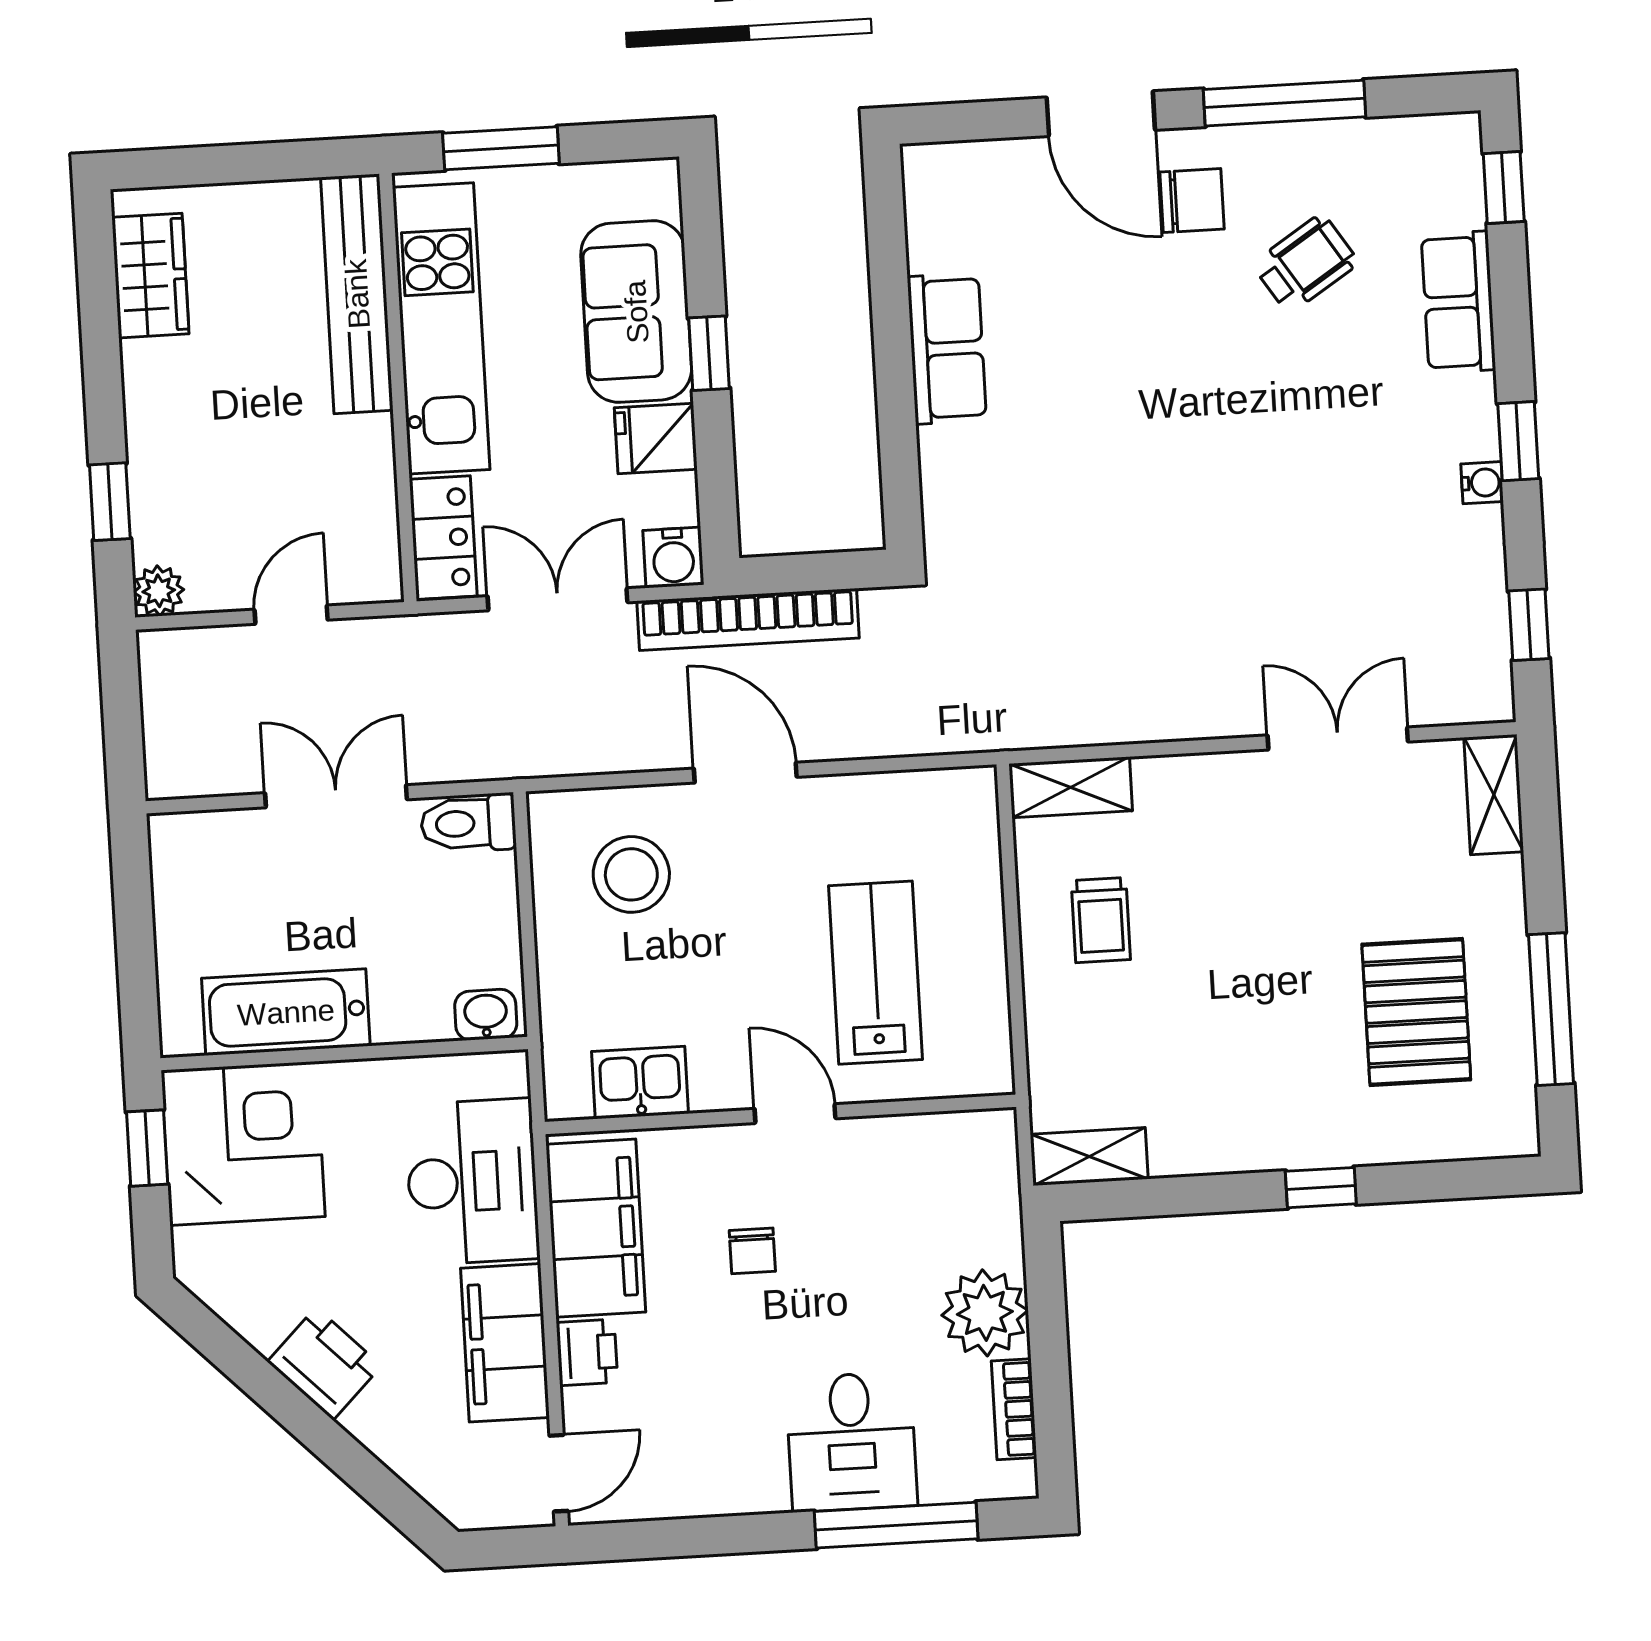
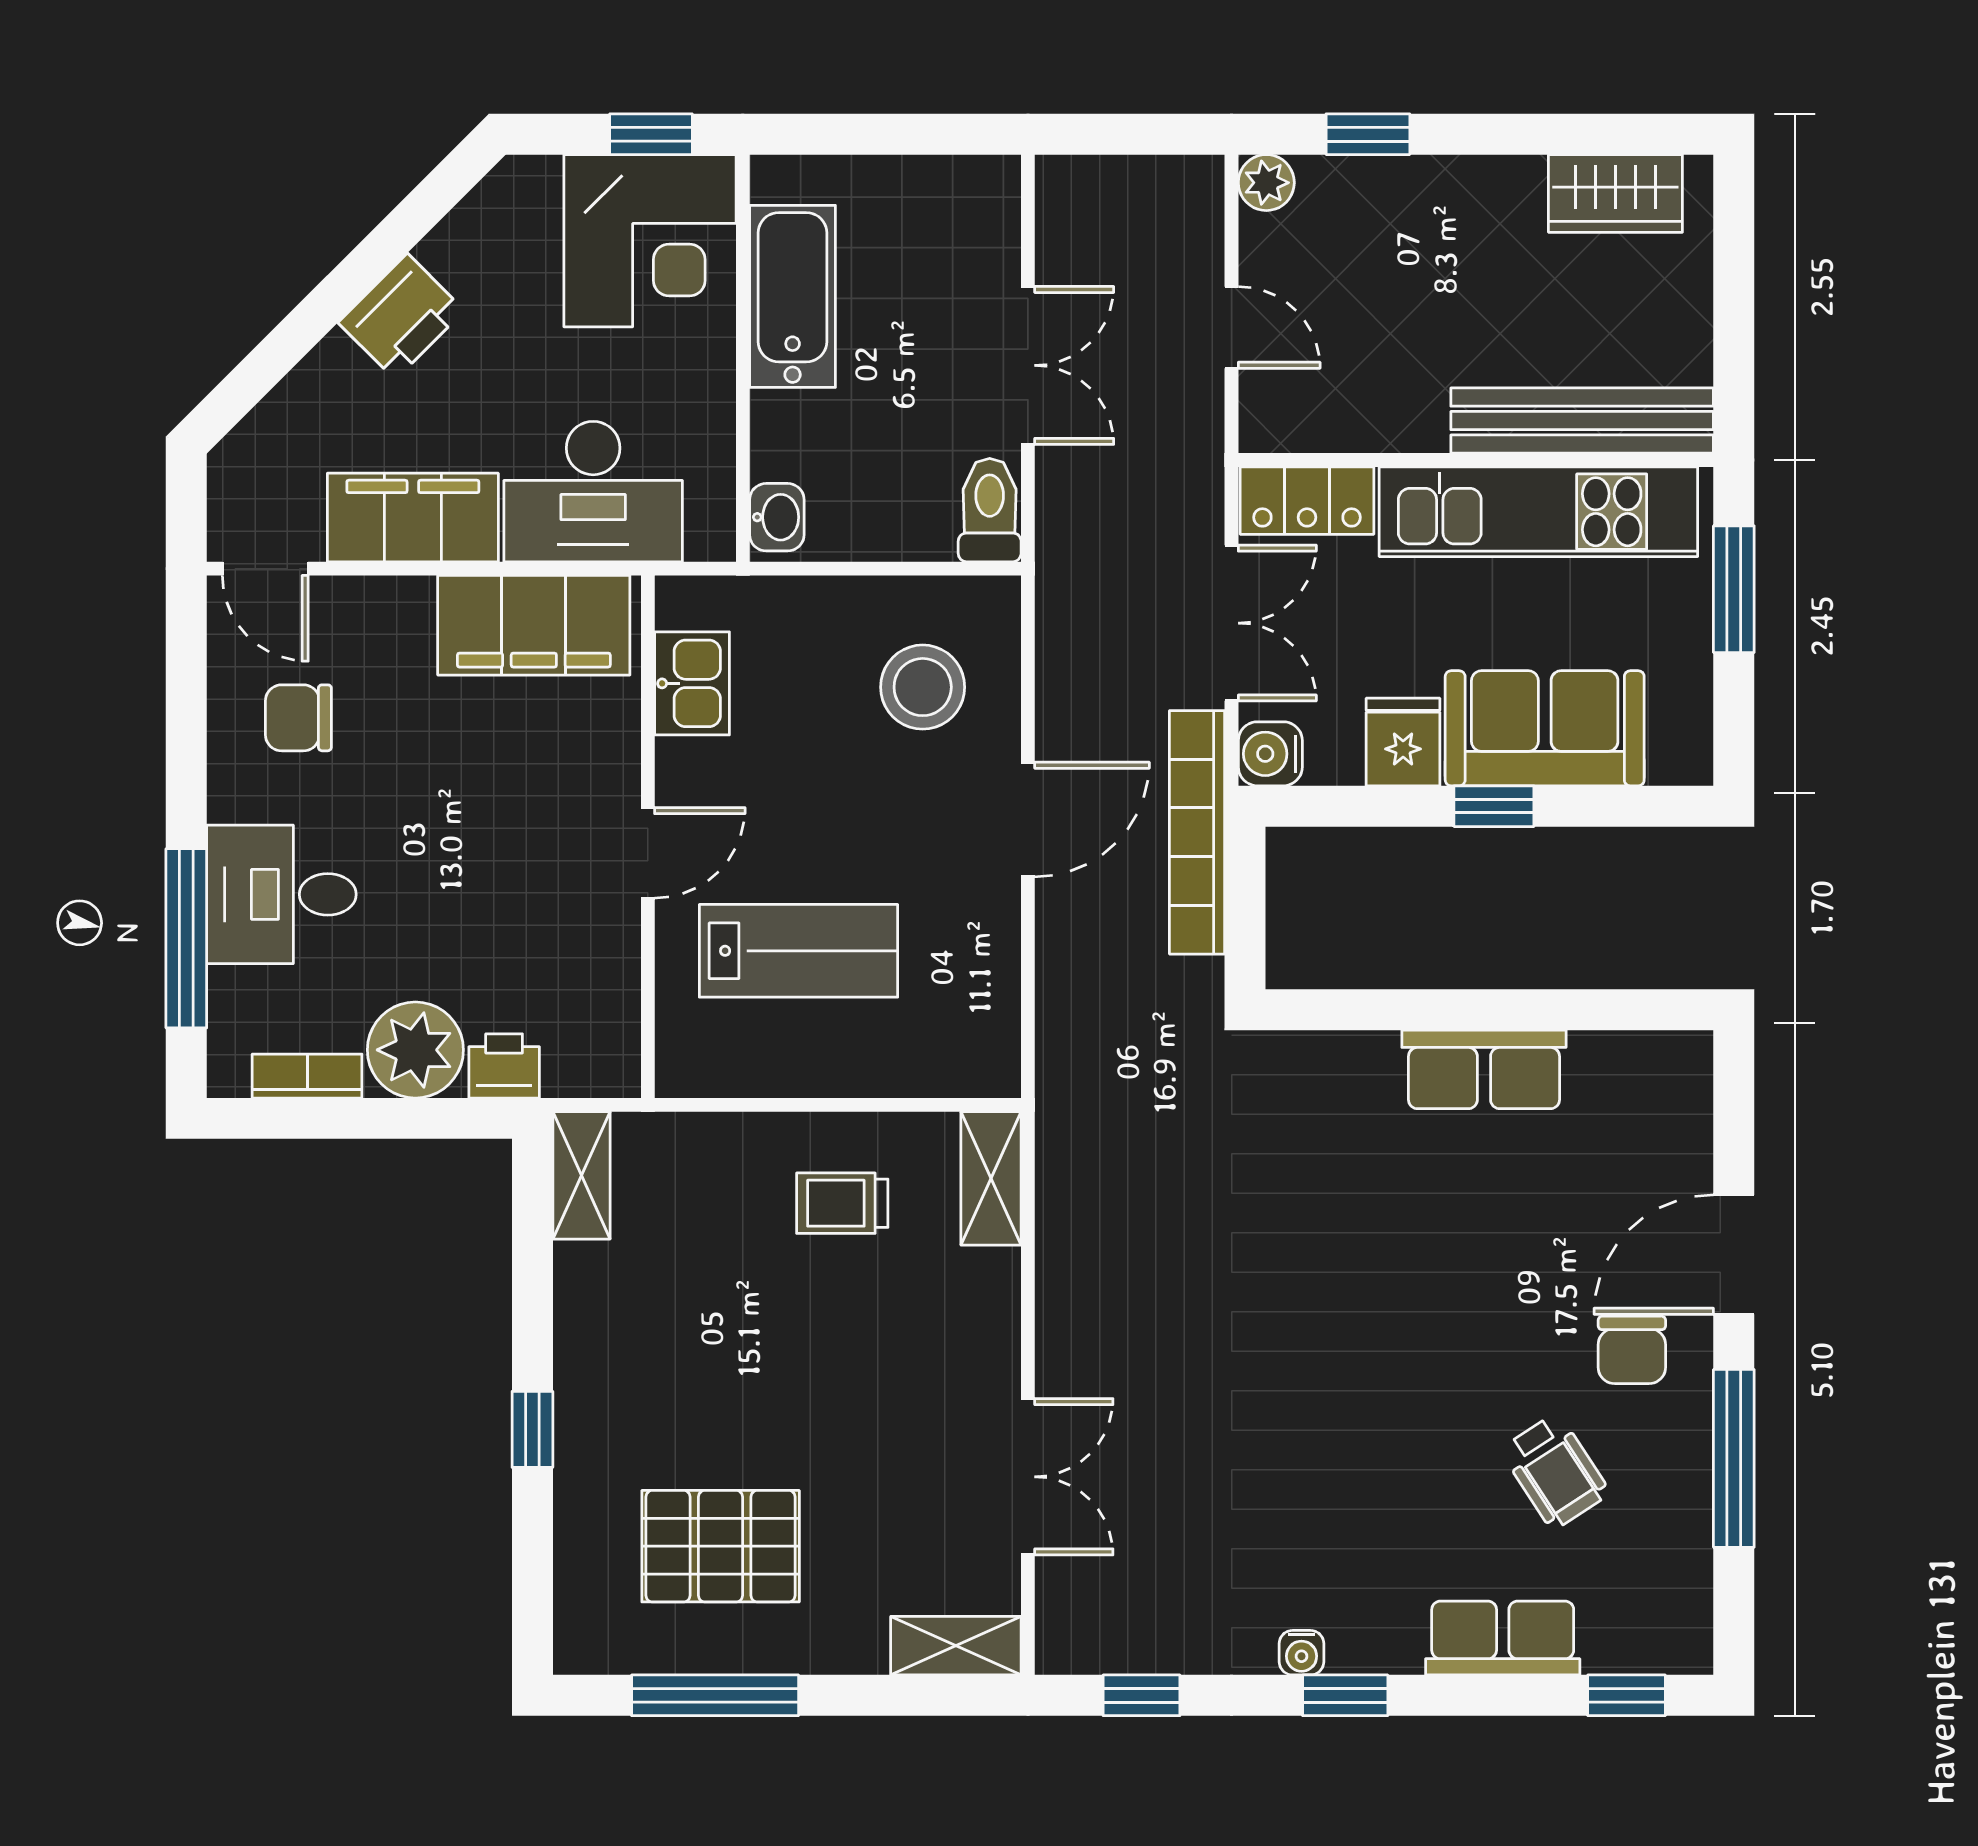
chair: (752, 1251) -> (298, 718), moved, width x1.37, depth x1.37
printer: (587, 1352) -> (504, 1066), moved, turned 180

